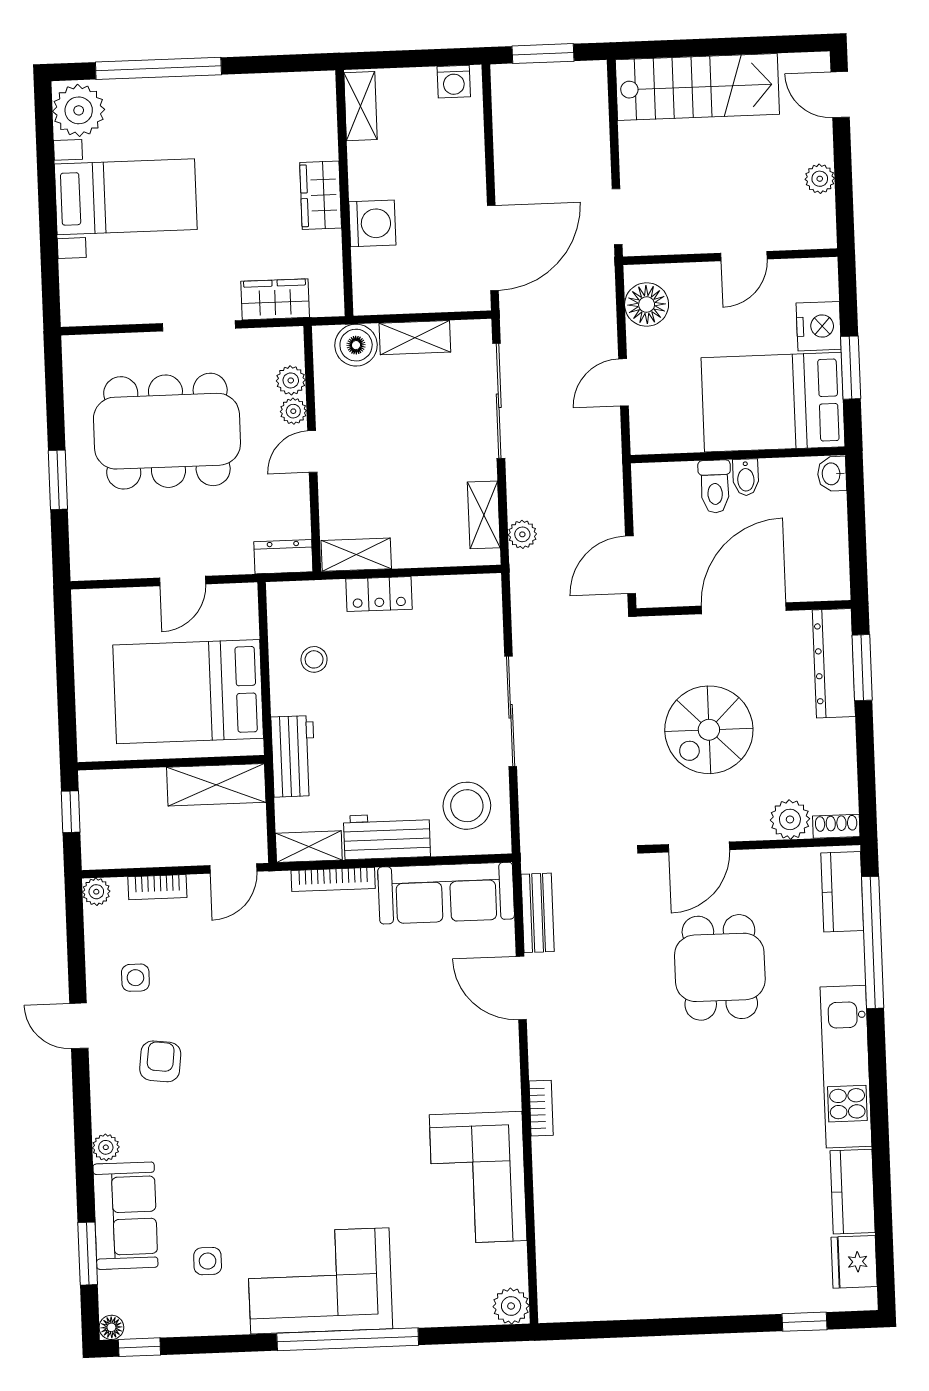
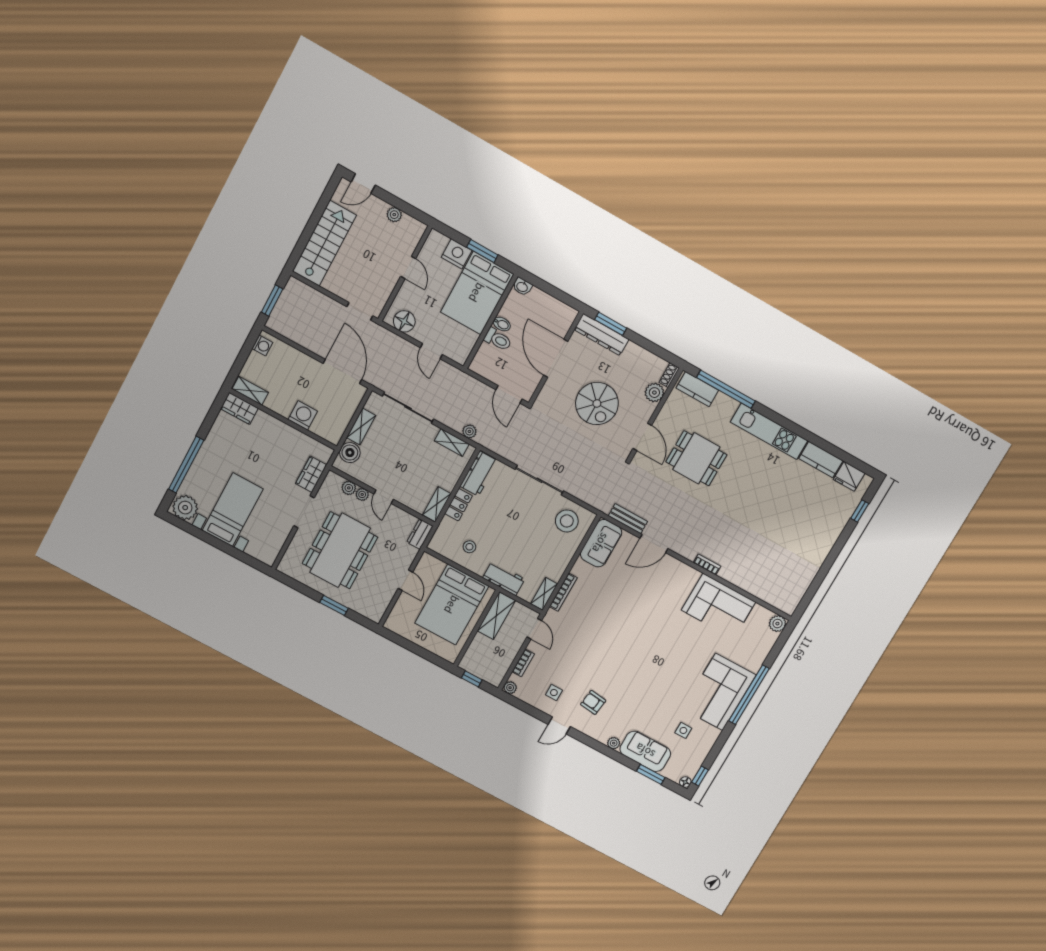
wardrobe: (321, 195) -> (239, 408), moved
workbench: (387, 836) -> (479, 474), moved, turned 180
sofa: (446, 893) -> (601, 543), width x0.73

